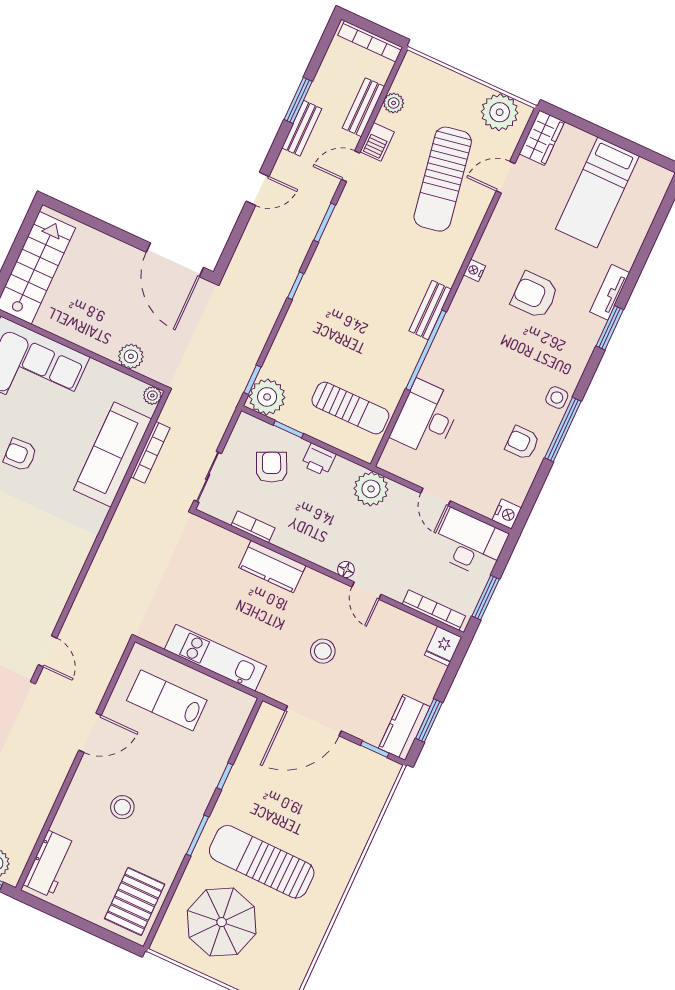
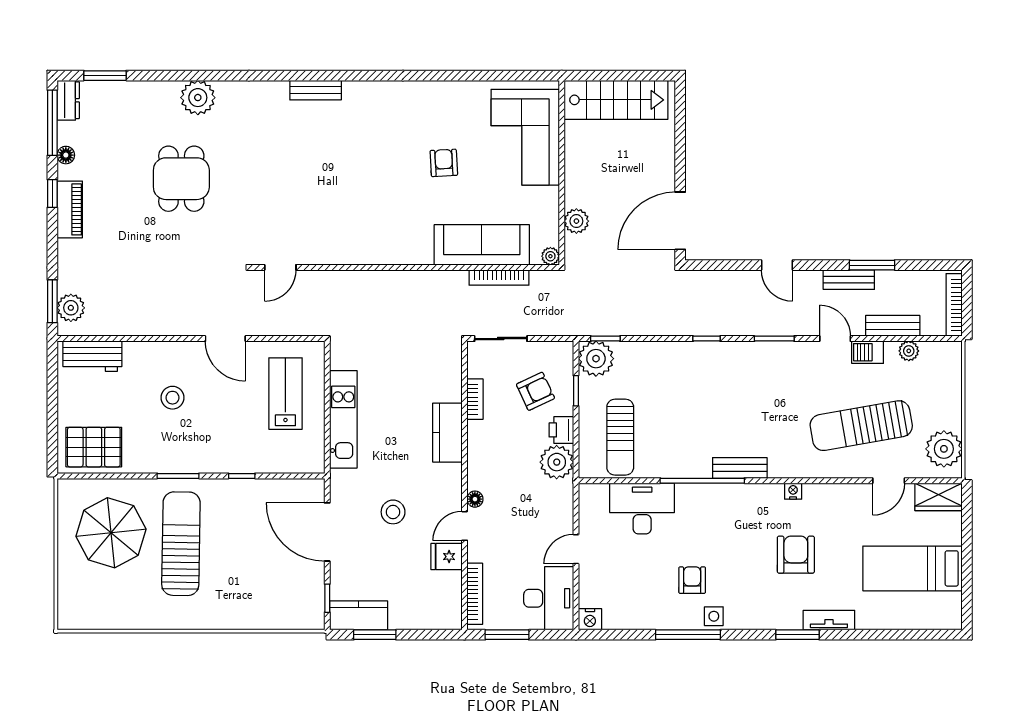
door: (506, 177) -> (889, 481), swing flipped
armchair: (522, 443) -> (692, 580), moved
plant: (371, 489) -> (557, 462), moved
fridge: (443, 646) -> (447, 557), moved

